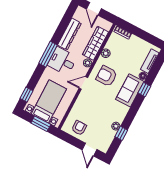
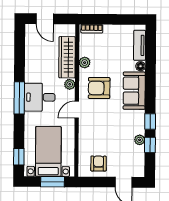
dresser: (69, 34) -> (32, 62), removed
window: (144, 90) -> (150, 122), moved

